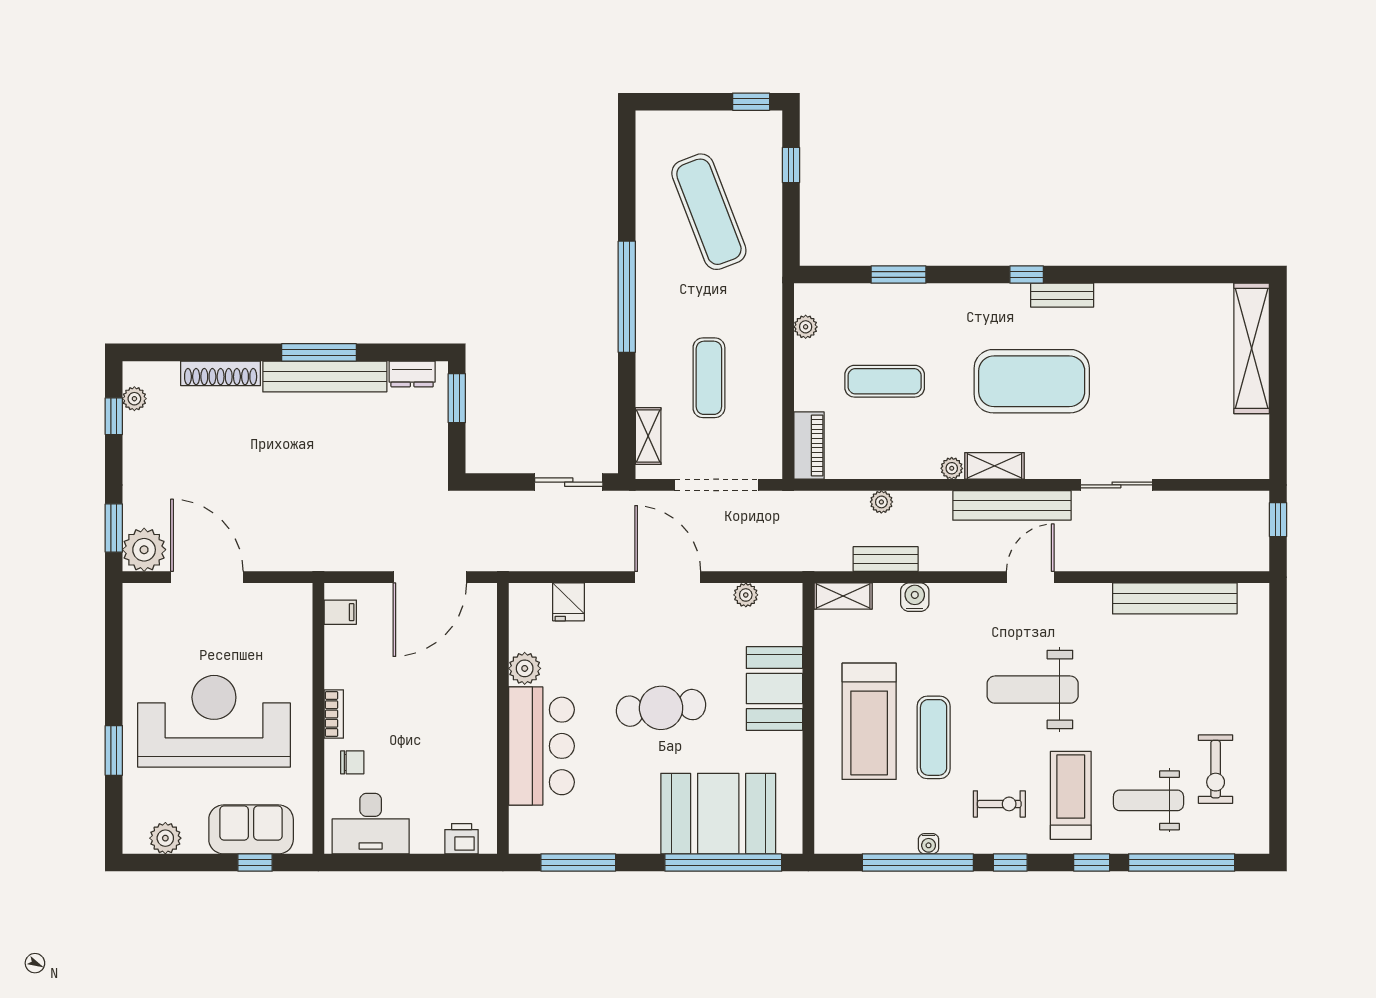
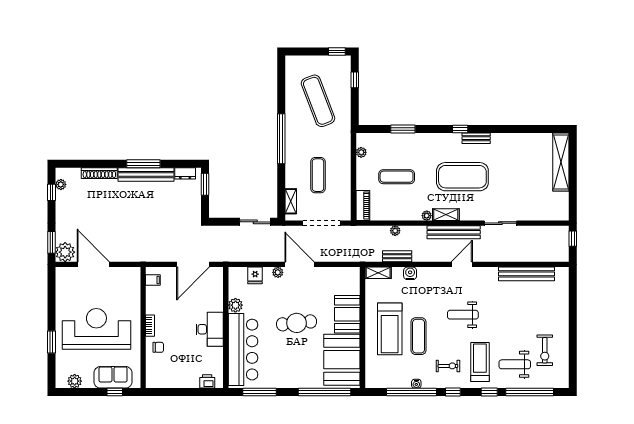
plant: (746, 595) -> (278, 272), moved
weight bench: (1033, 690) -> (463, 315), width x0.73, depth x0.75
bar counter: (541, 746) -> (243, 350), width x1.36
booth: (718, 814) -> (342, 360), moved, turned 90
desk: (371, 824) -> (210, 329), moved, turned -90

